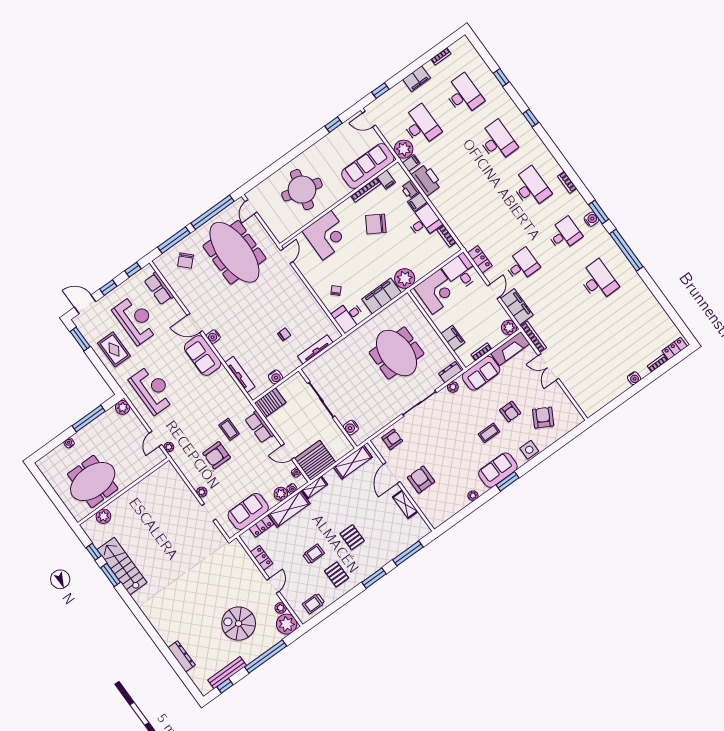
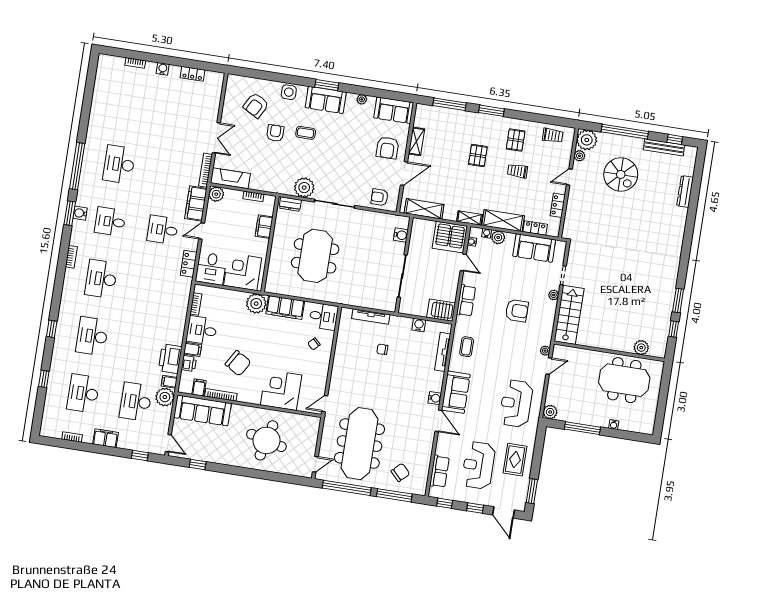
locker: (675, 349) -> (193, 74), moved
sofa: (481, 373) -> (394, 110), moved, turned 180
plant: (453, 387) -> (304, 188), width x1.87, depth x1.87
coffee table: (229, 429) -> (467, 347), moved
stairs: (122, 566) -> (569, 315), moved, turned 180

